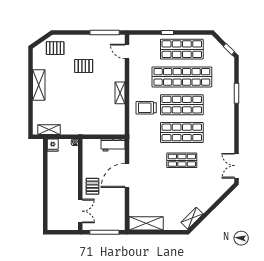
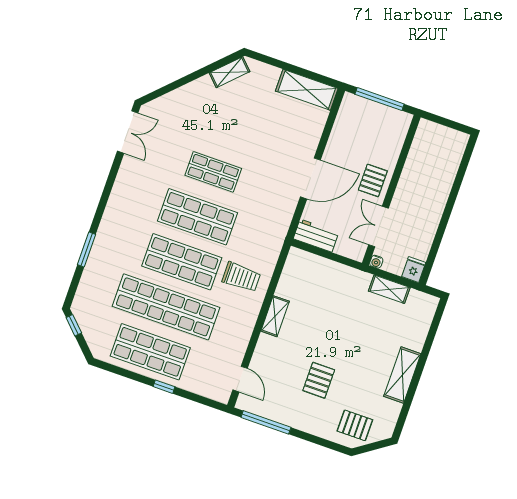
pallet: (84, 66) -> (319, 380), turned 90
shelving: (49, 130) -> (389, 289), moved
double door: (80, 211) -> (379, 227), moved

